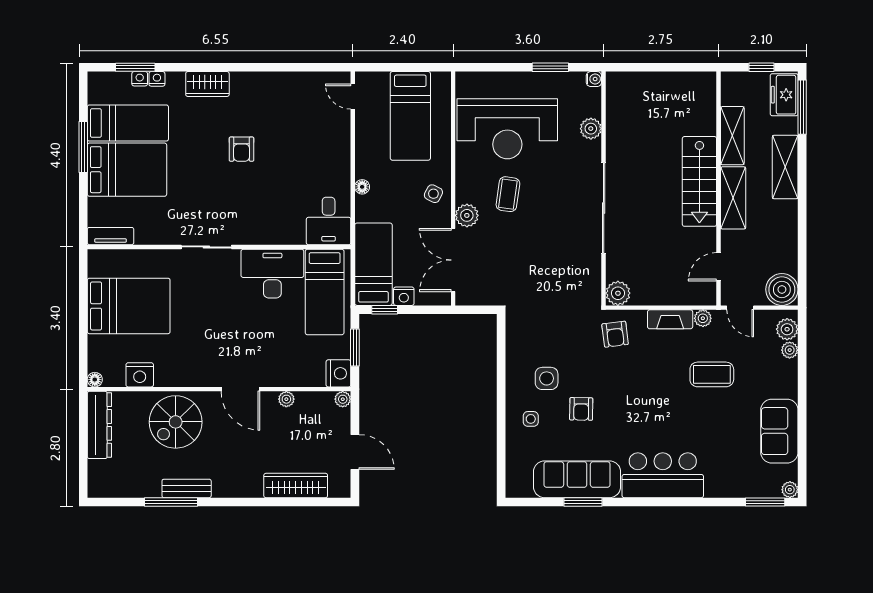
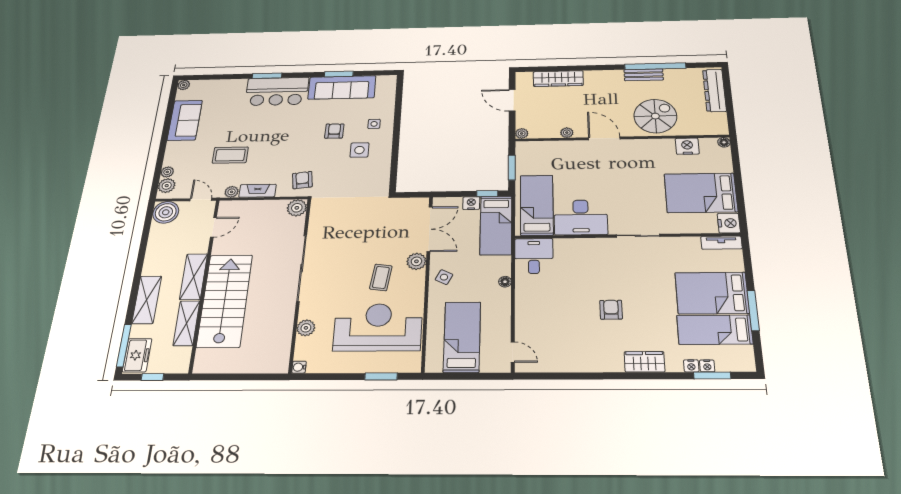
window: (550, 67) -> (381, 376), moved
stairs: (699, 181) -> (225, 301), width x1.36, depth x1.51
nightstand: (338, 373) -> (729, 223), moved, turned 180
dresser: (99, 425) -> (714, 90), moved
window: (171, 502) -> (655, 66), width x1.46
window: (765, 502) -> (267, 76), moved

